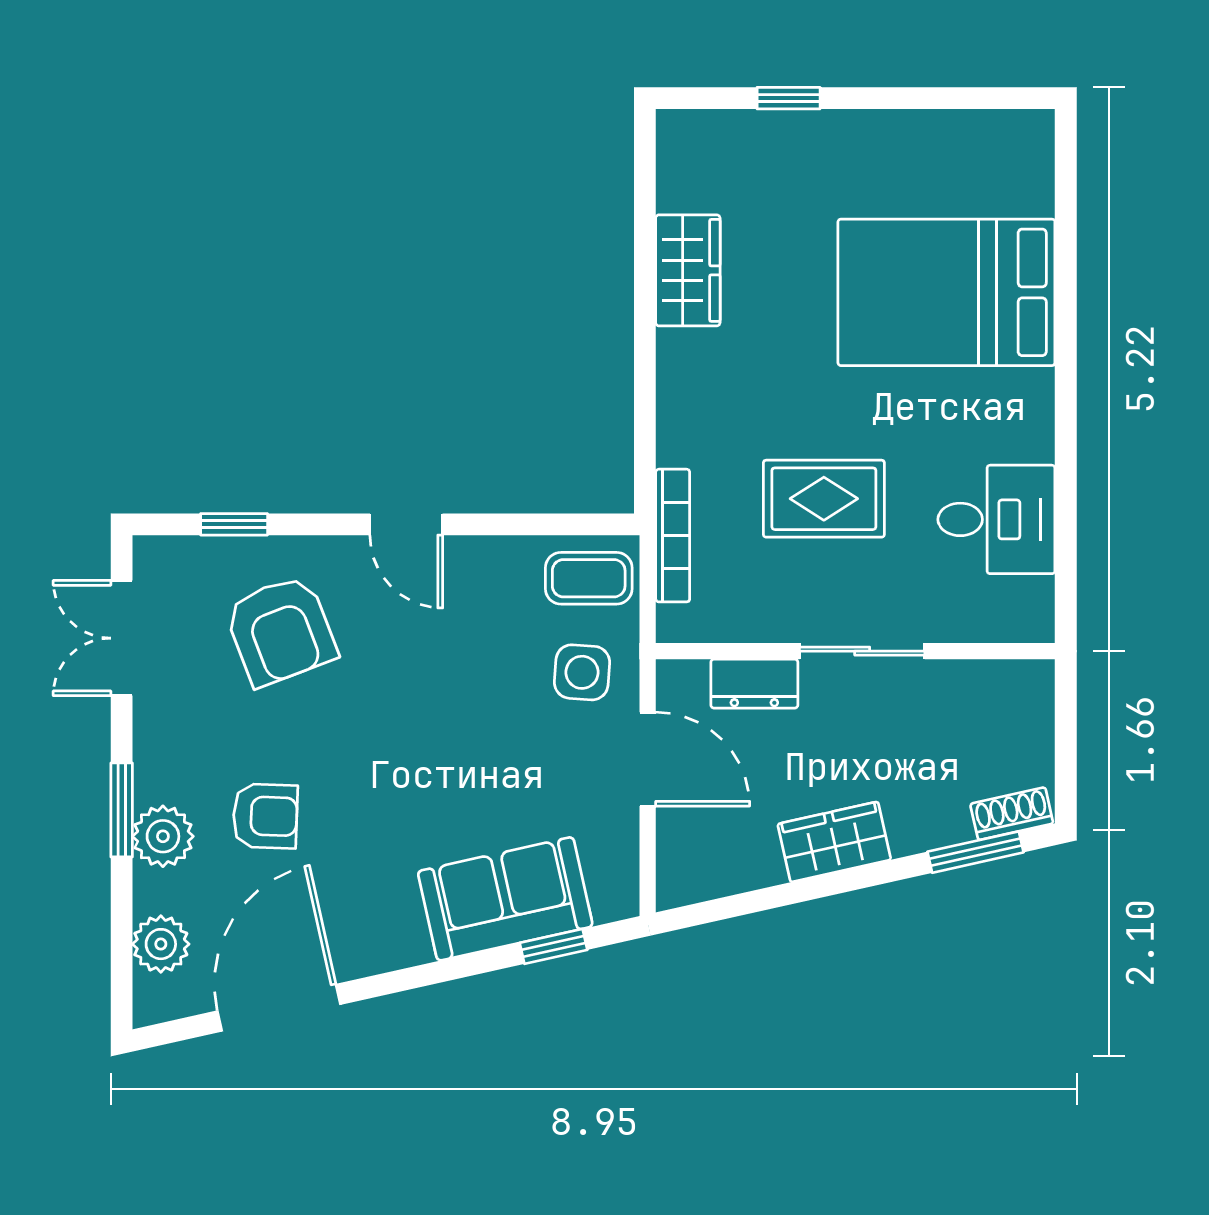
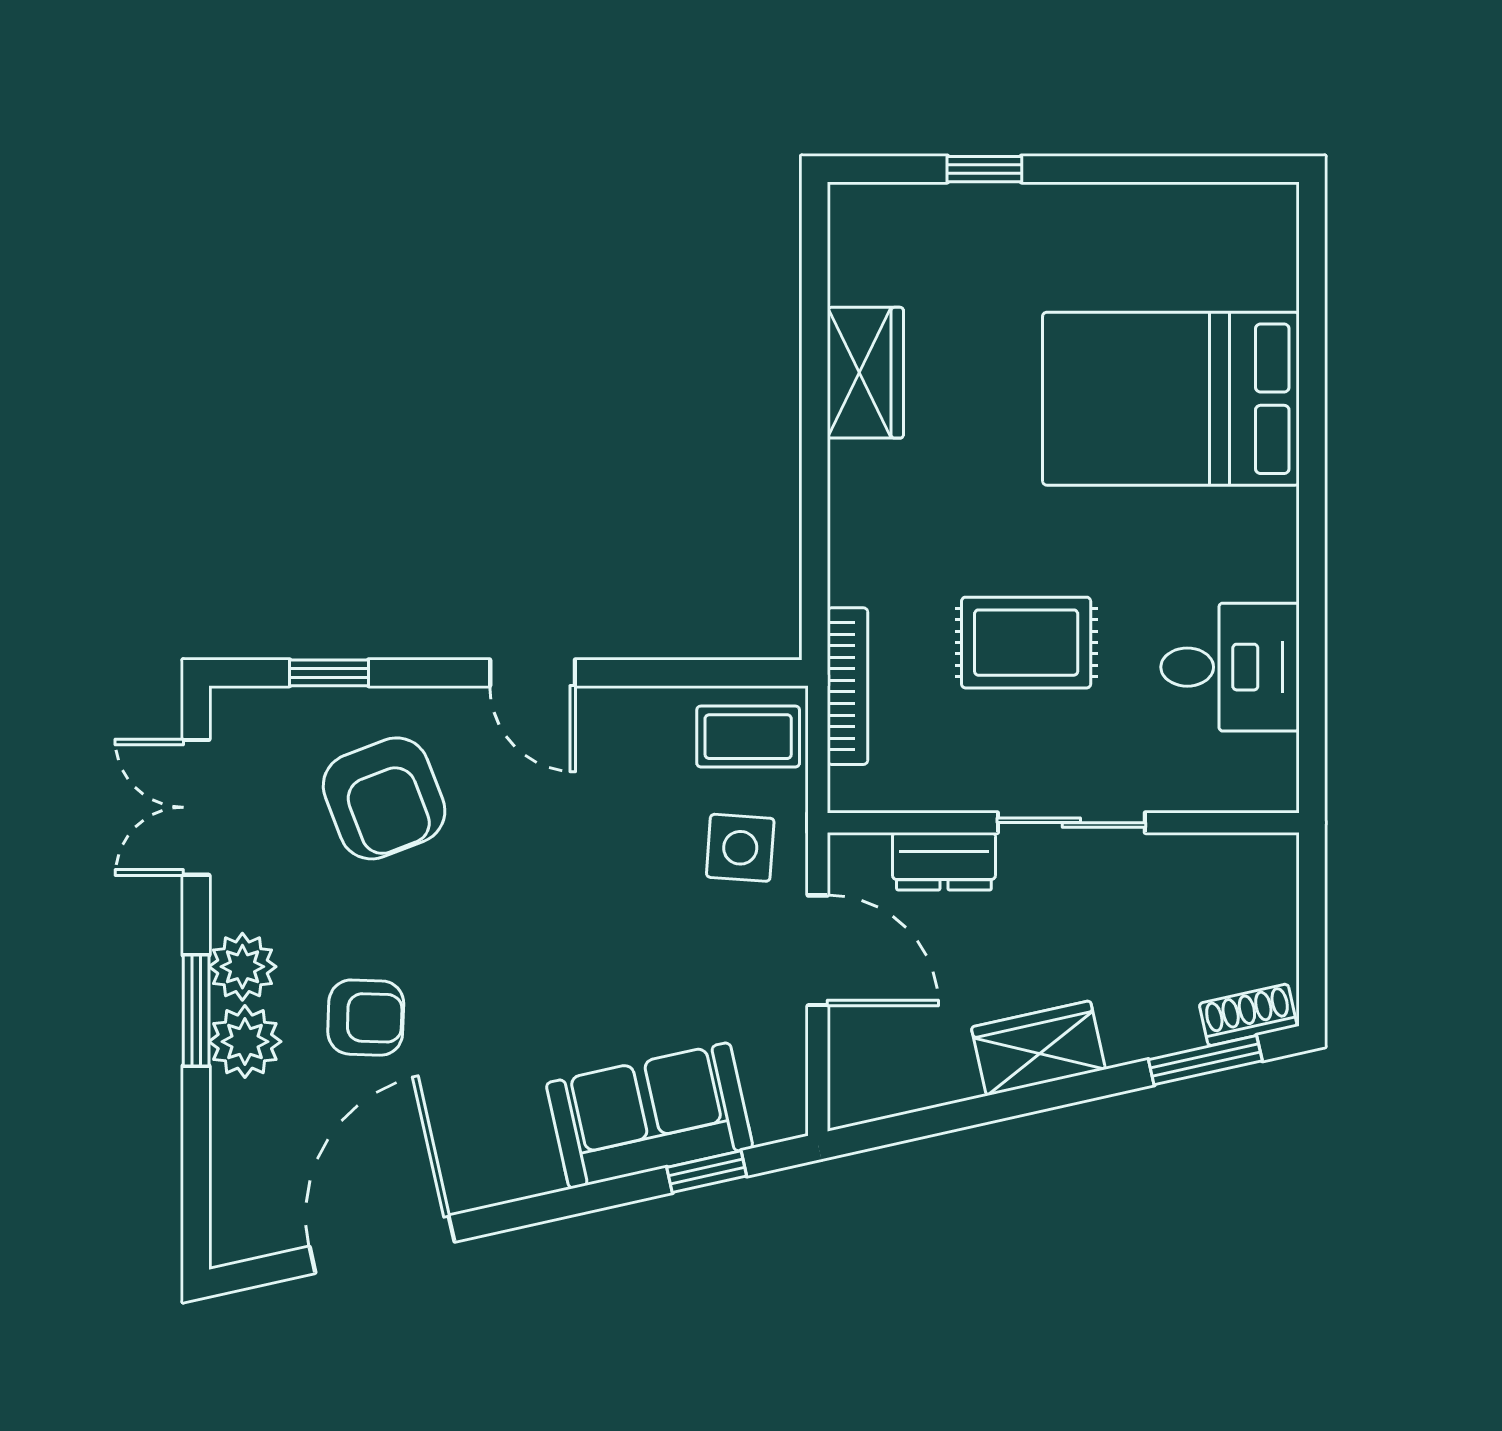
plant: (161, 944) -> (242, 967), moved

